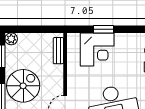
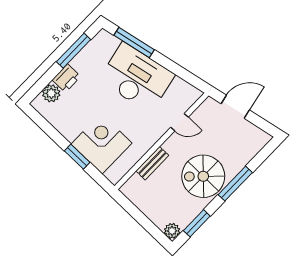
bench: (58, 51) -> (152, 163), moved

